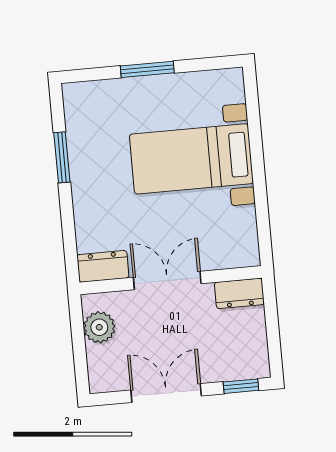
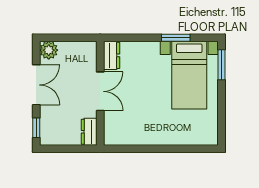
window: (147, 69) -> (221, 65), moved
bed with nightstands: (191, 159) -> (189, 75), moved, turned 180
plant: (99, 327) -> (49, 50), moved

